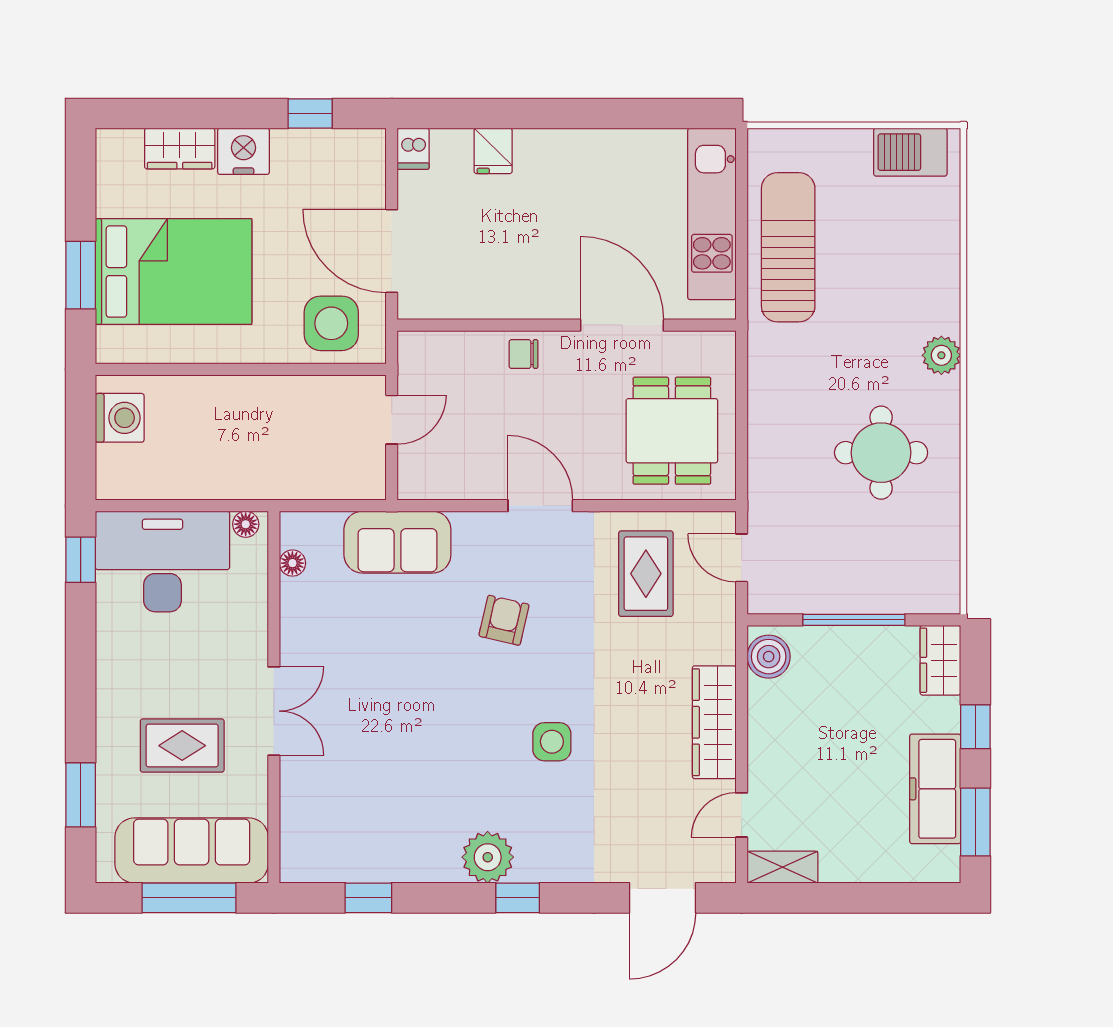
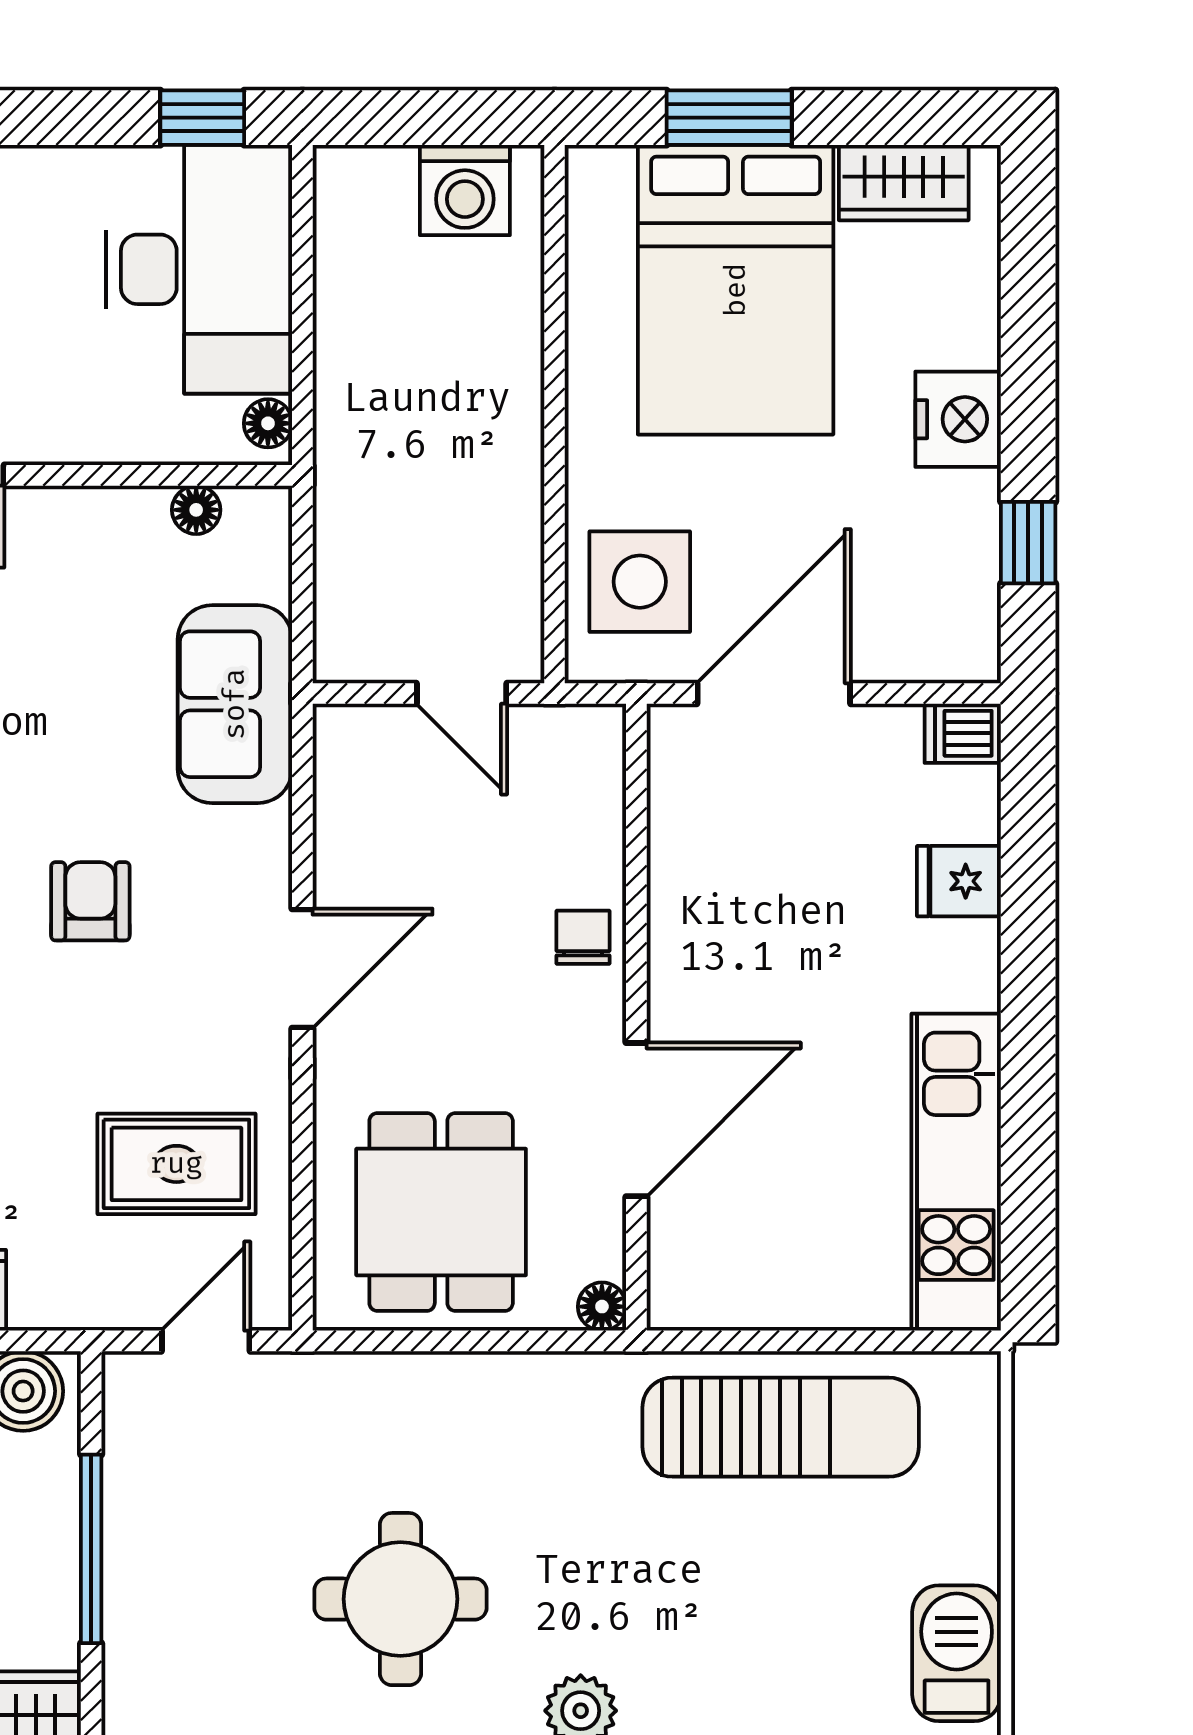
wardrobe: (180, 149) -> (904, 183), moved, turned -90
kitchen unit: (712, 214) -> (956, 1172), moved, turned -90
floor lamp: (723, 344) -> (602, 1307), added
dining table: (672, 431) -> (441, 1212), turned 90
armchair: (504, 620) -> (90, 901), turned -103

